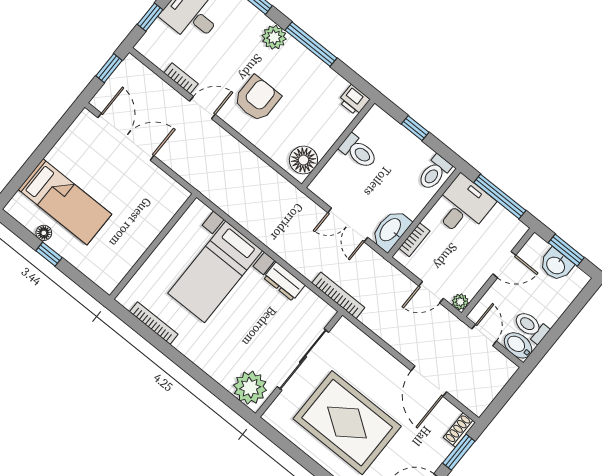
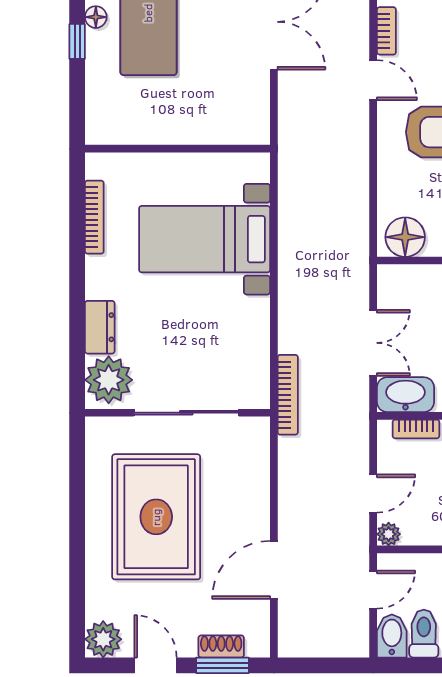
double door: (348, 225) -> (373, 343), swing flipped
dresser: (284, 281) -> (100, 327), moved, turned 180
door: (431, 292) -> (373, 494), swing flipped
shoe rack: (459, 430) -> (221, 646), moved

